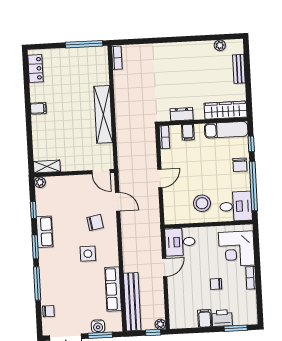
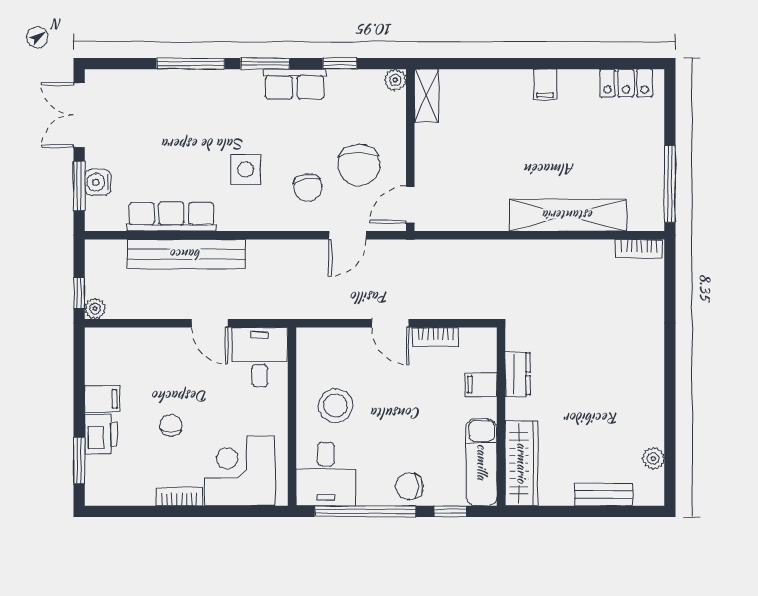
shelving: (103, 114) -> (568, 215), moved
bookcase: (164, 137) -> (435, 337), moved
bench: (132, 302) -> (186, 254), moved
chair: (48, 311) -> (359, 165), moved, width x1.87, depth x1.87

